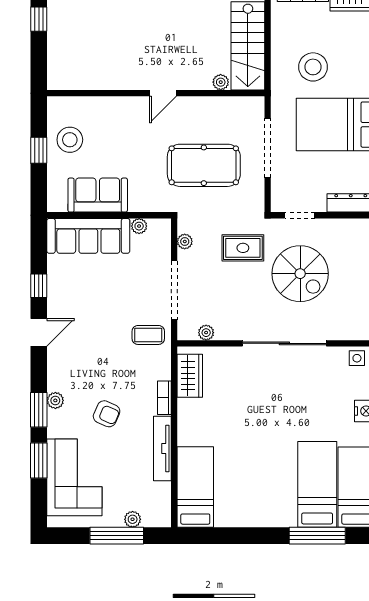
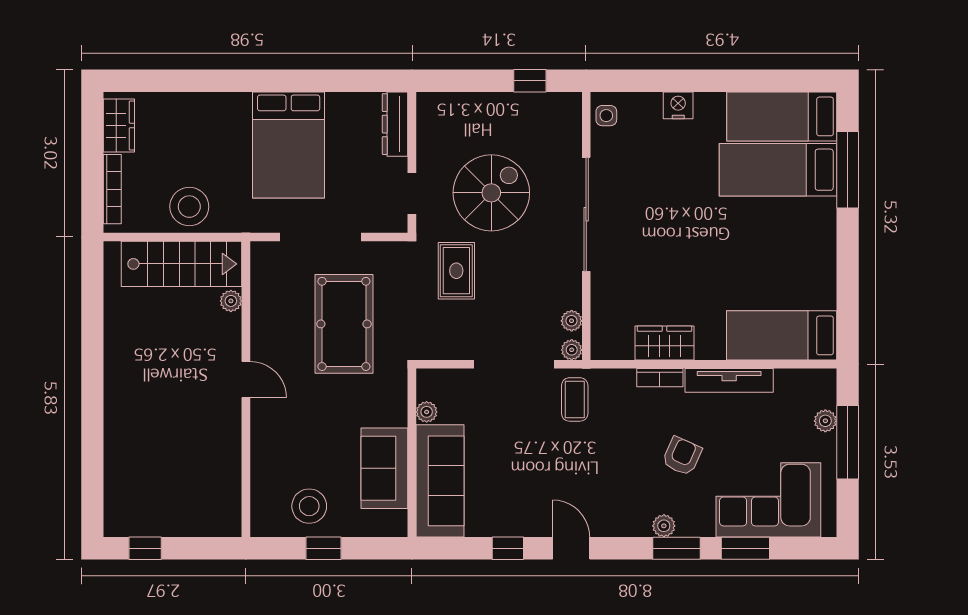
stool: (313, 67) -> (189, 207), moved
plant: (185, 241) -> (572, 350), moved
wardrobe: (190, 376) -> (665, 343), moved

